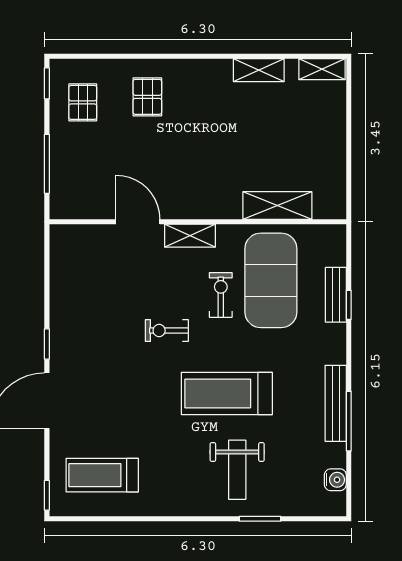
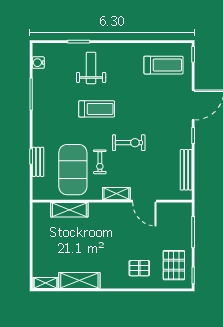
shelving: (259, 70) -> (79, 280), width x1.50, depth x1.33
pallet: (147, 97) -> (139, 268), turned 90
pallet: (83, 102) -> (174, 265), width x1.50, depth x1.42
exercise bike: (167, 331) -> (129, 143), width x1.38, depth x1.39
treadmill: (227, 393) -> (97, 109), width x0.73, depth x0.73
bench: (336, 403) -> (186, 170), moved

